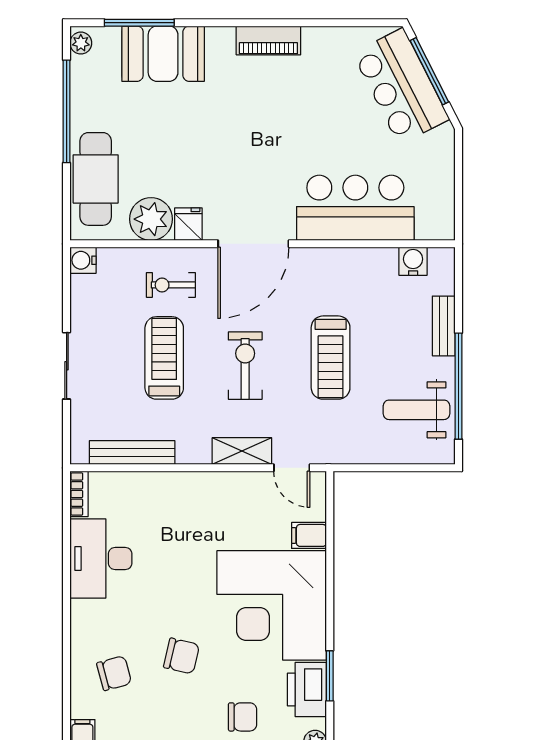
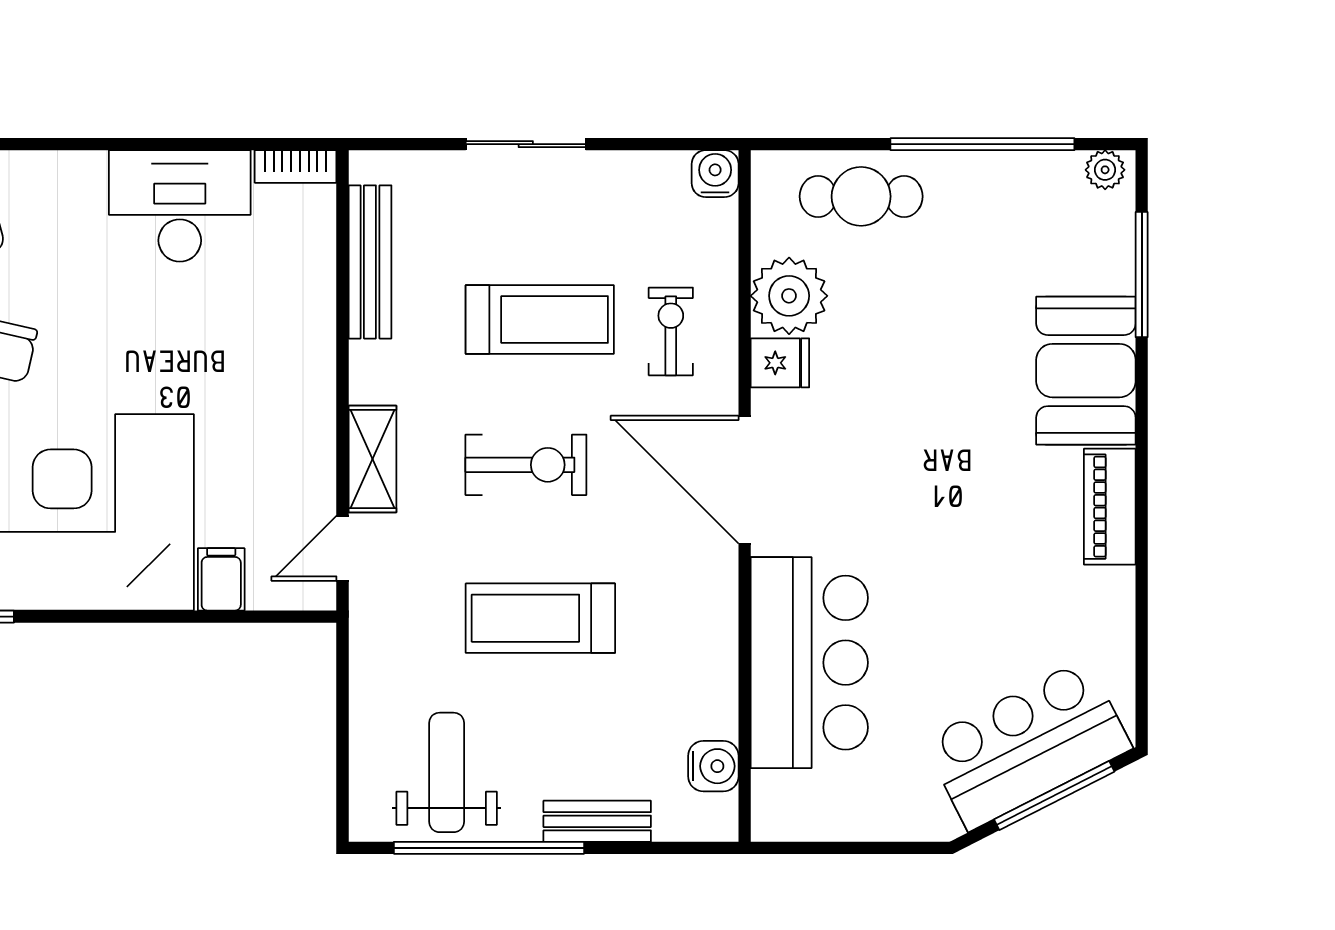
booth: (163, 54) -> (1086, 371), moved
cafe table: (96, 179) -> (861, 196), width x0.73, depth x0.74

